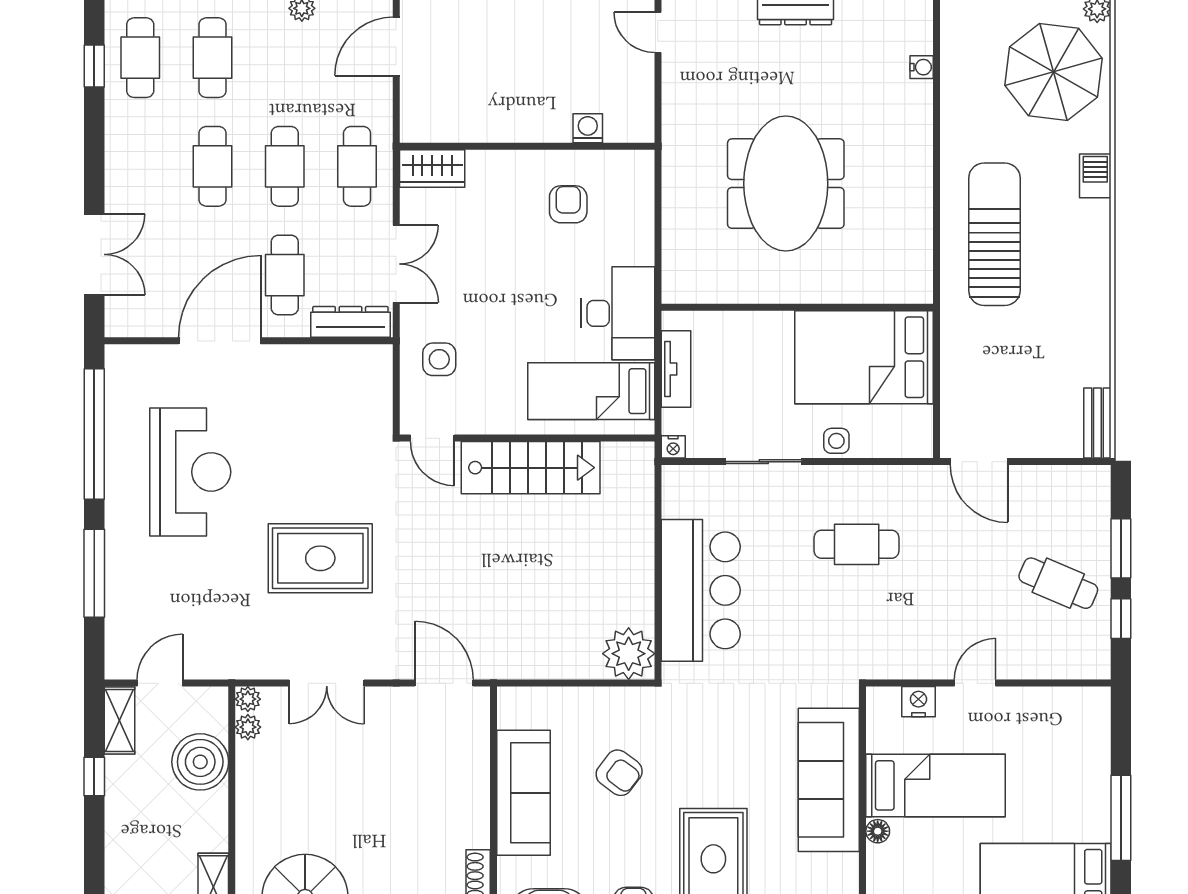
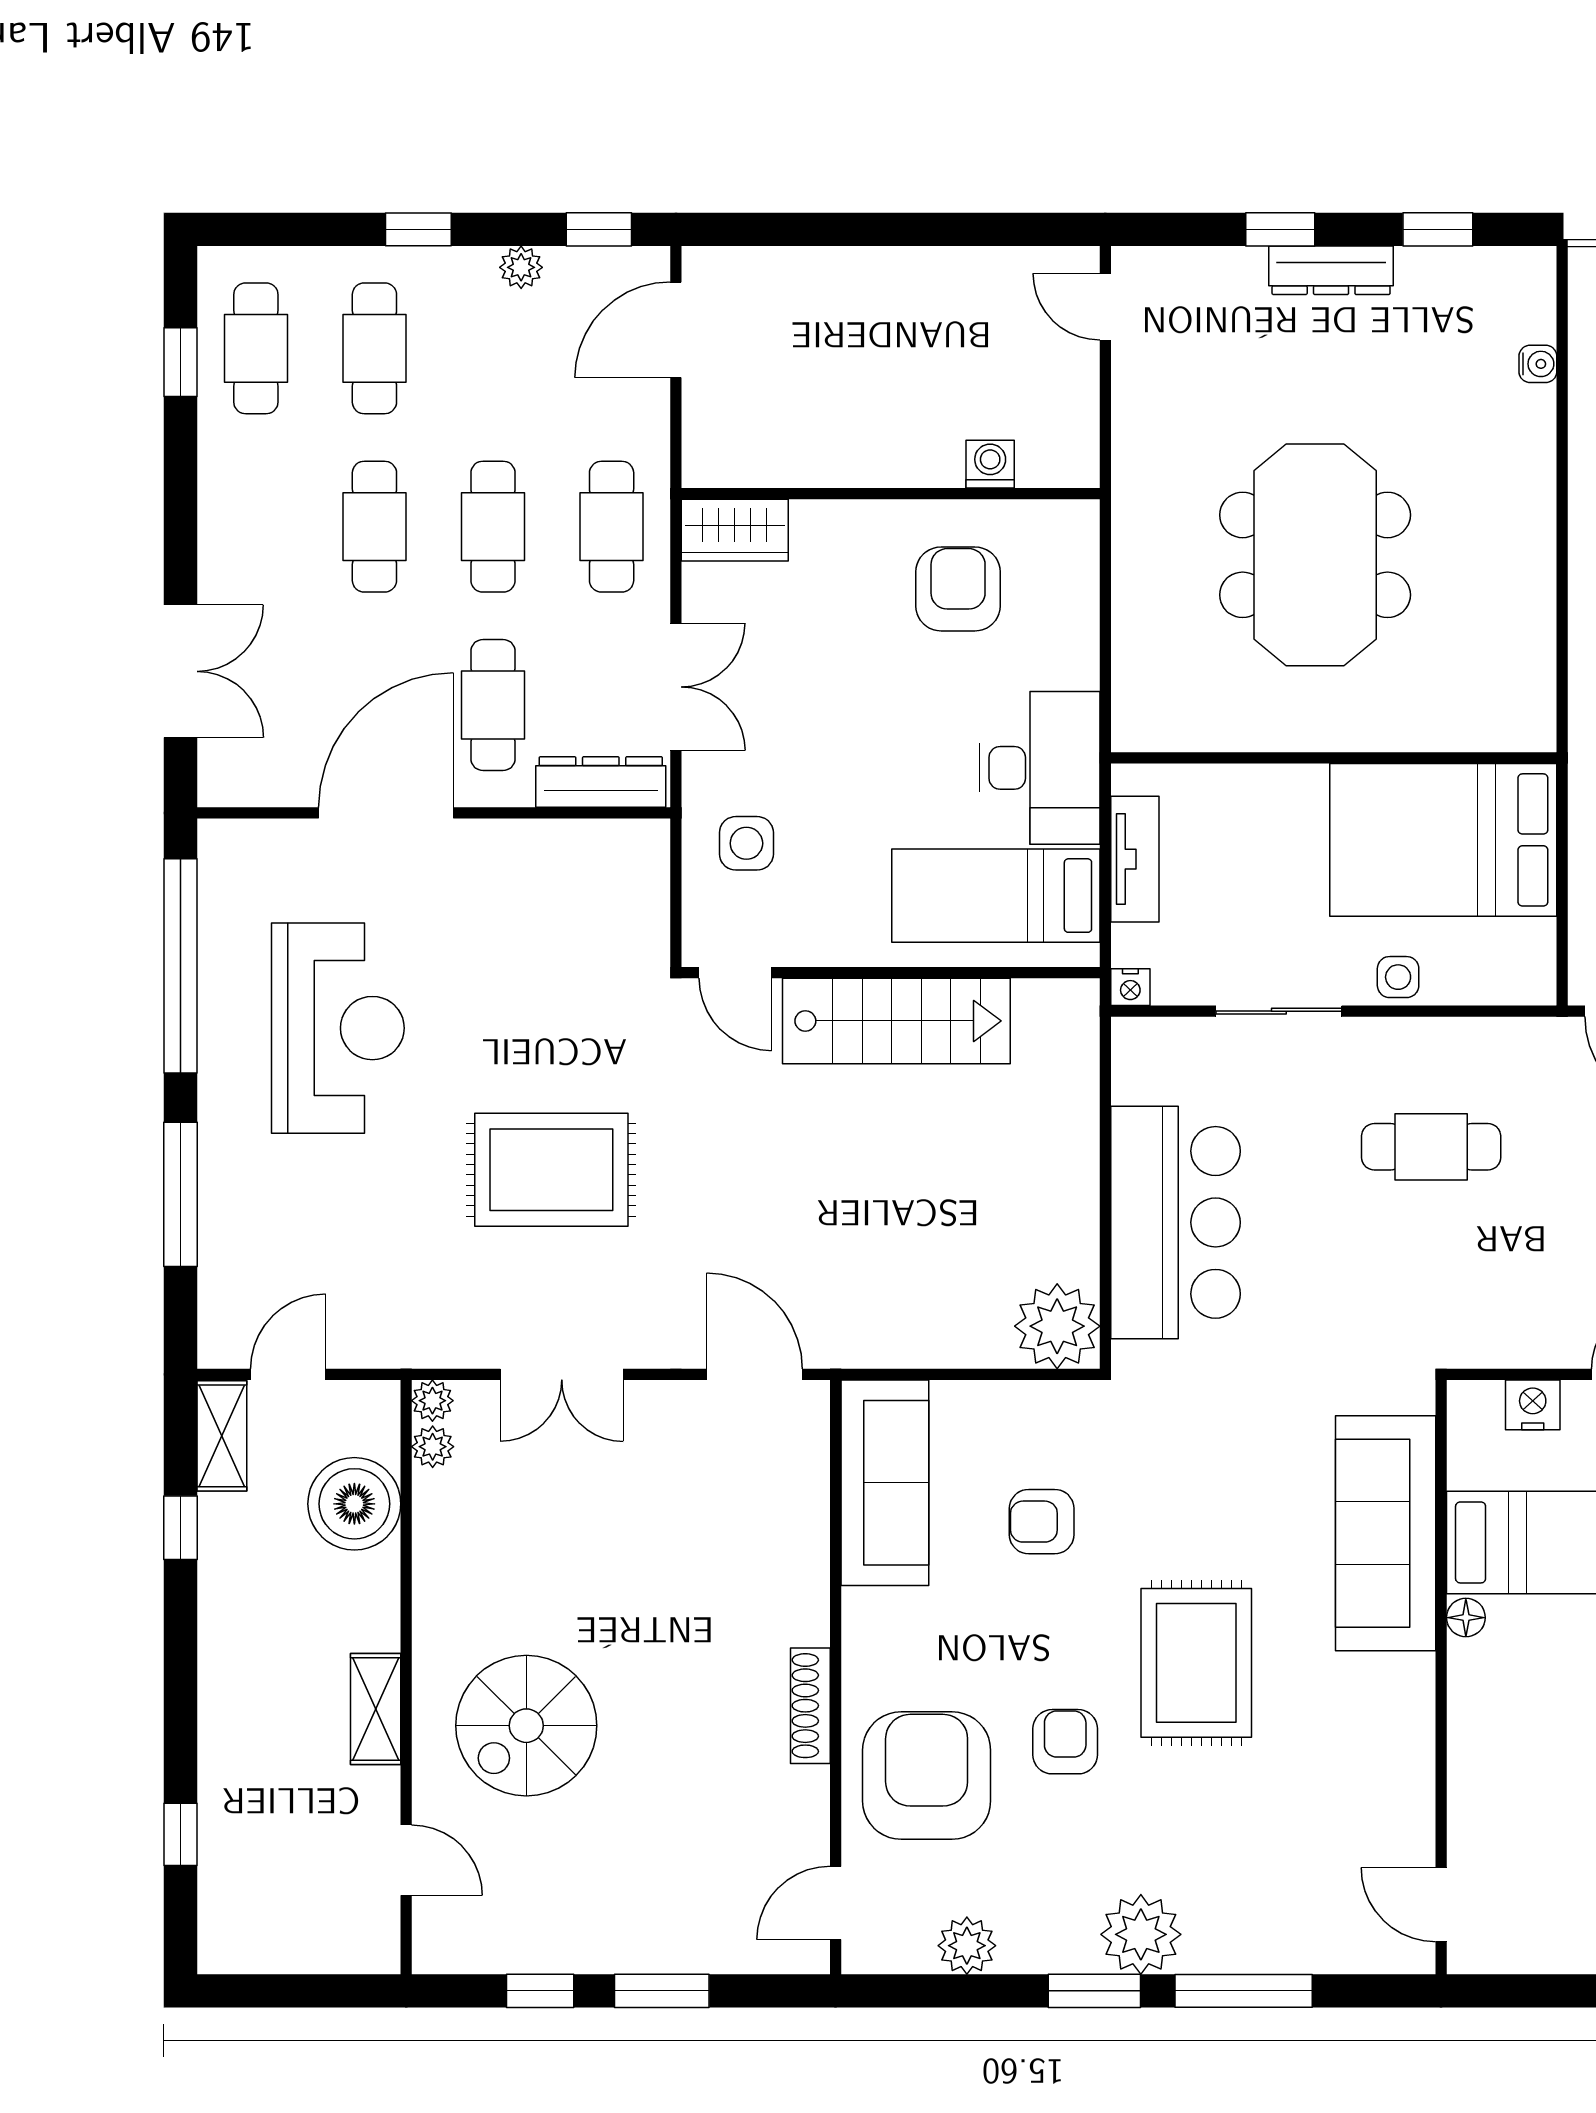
armchair: (568, 204) -> (958, 589), width x1.38, depth x1.38
armchair: (619, 773) -> (1042, 1522), turned 143
sofa: (524, 793) -> (885, 1483), moved

